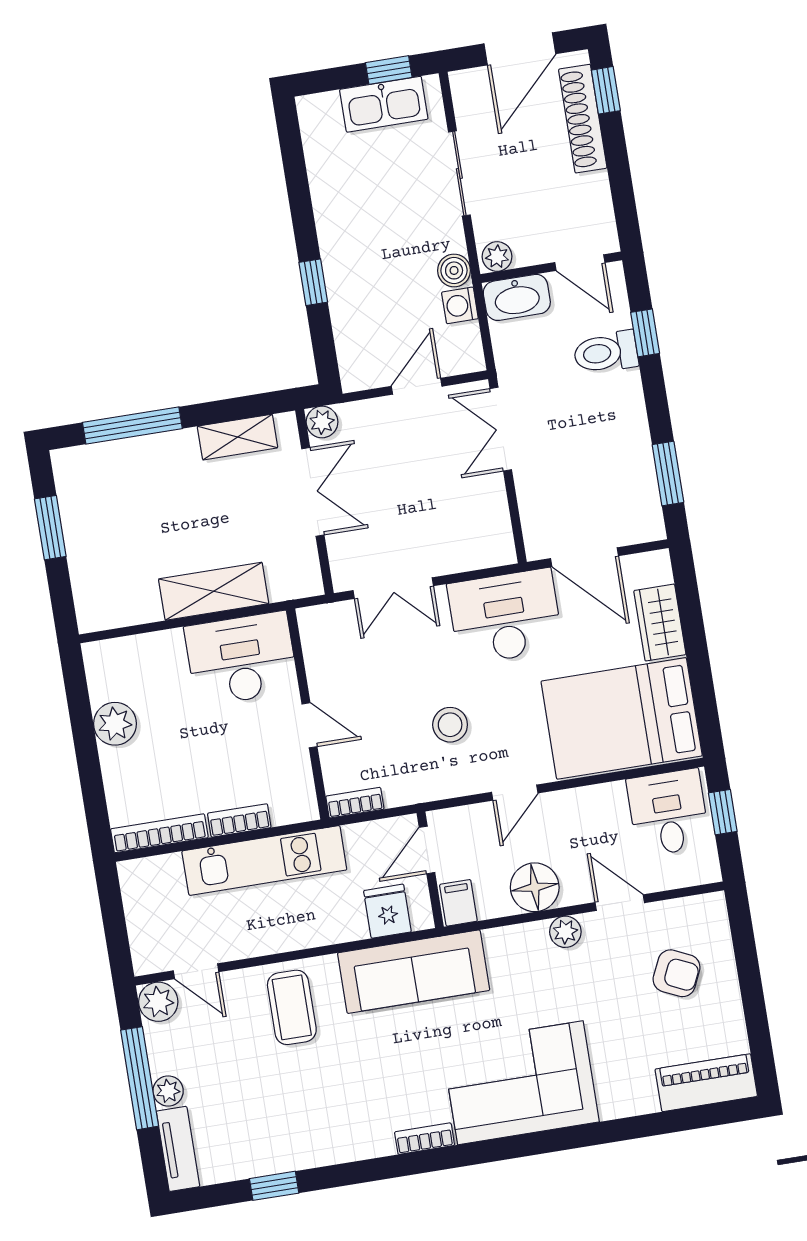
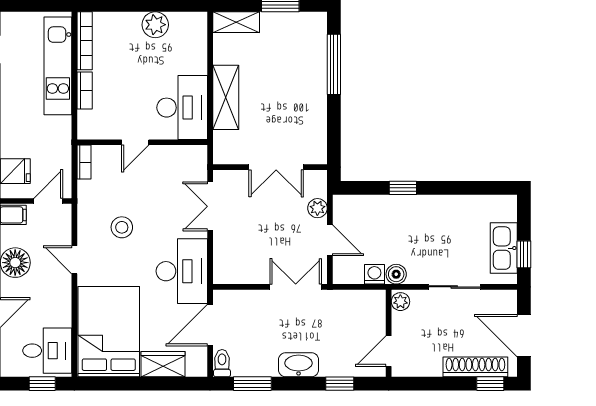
washbasin: (517, 297) -> (299, 365), moved, turned 90
toilet: (606, 352) -> (222, 363), moved, width x0.73, depth x0.72
plant: (322, 422) -> (317, 208), moved
shelving: (237, 437) -> (236, 22), moved, turned 90
door: (427, 850) -> (48, 201), hinge flipped
kitchen unit: (264, 860) -> (58, 66), moved

